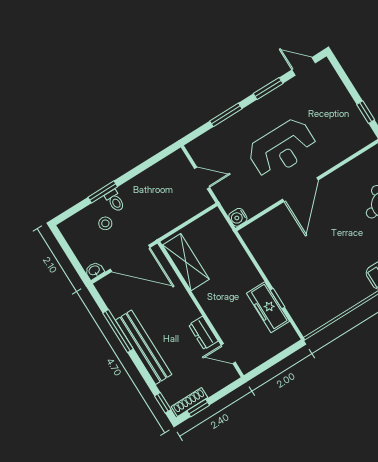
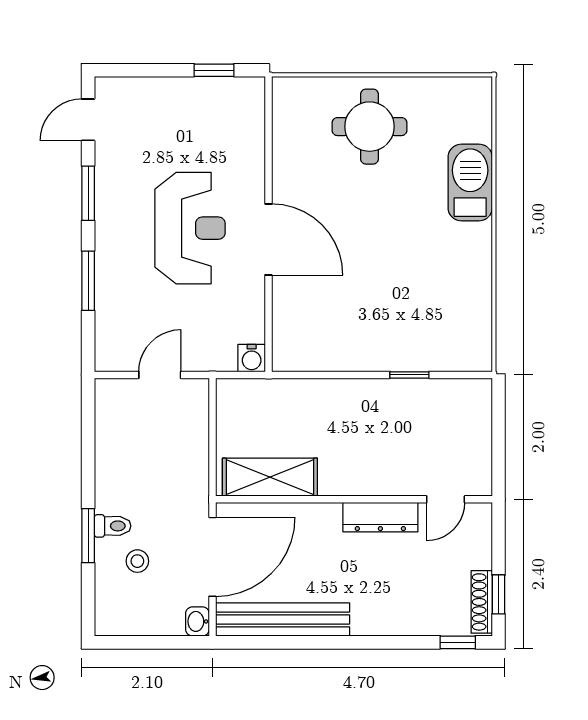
freezer: (268, 307) -> (413, 397), removed
window: (118, 331) -> (309, 642), removed
dresser: (203, 333) -> (380, 517), width x1.44
bench: (144, 347) -> (283, 619), moved

